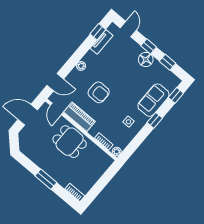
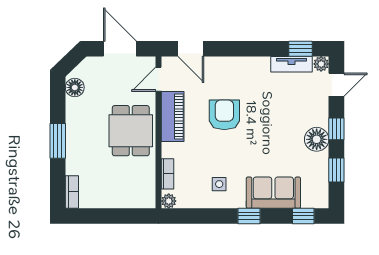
plant: (81, 66) -> (321, 64), moved
armchair: (99, 92) -> (224, 115), turned 180
floor lamp: (28, 151) -> (75, 87), added

